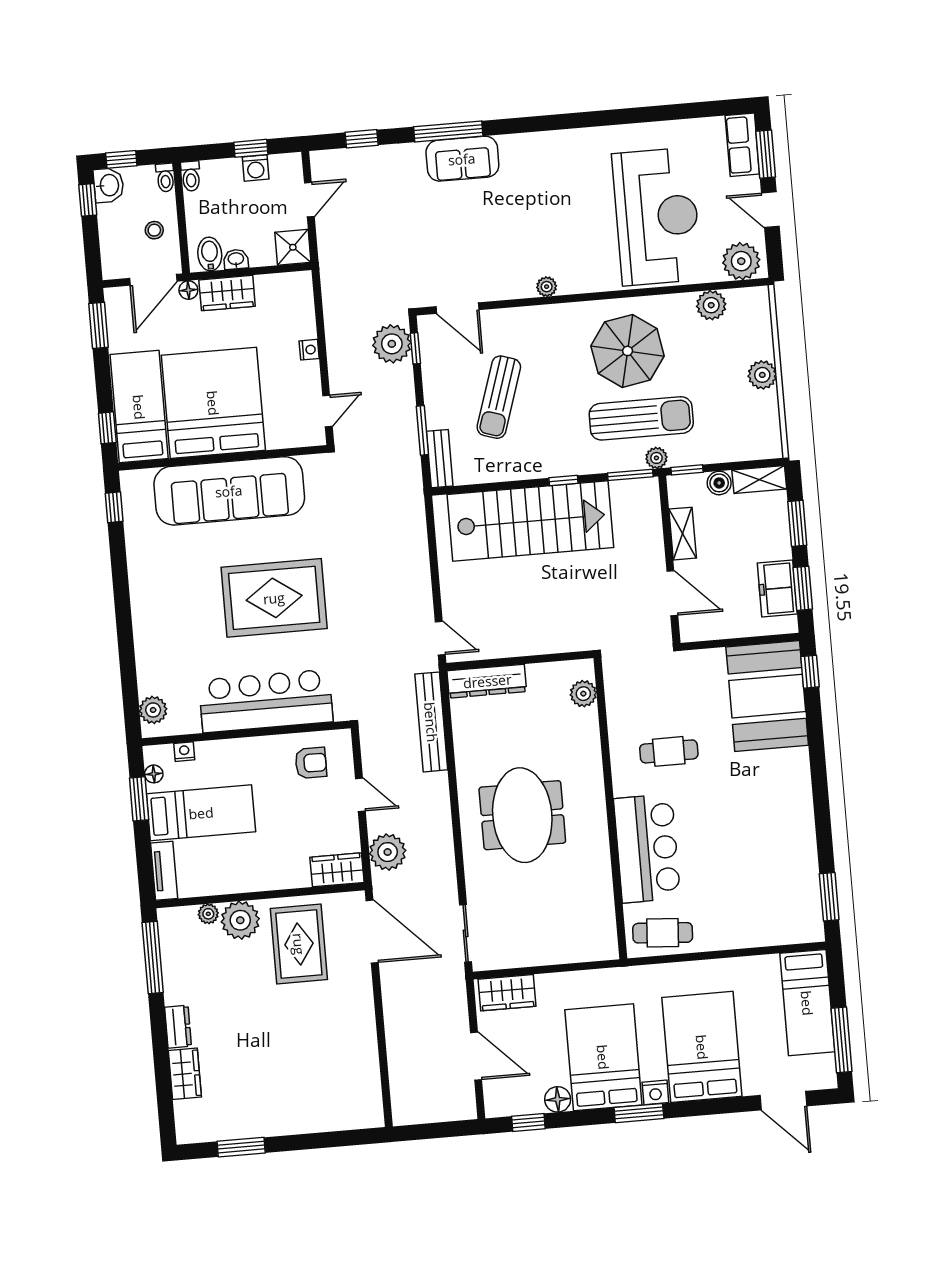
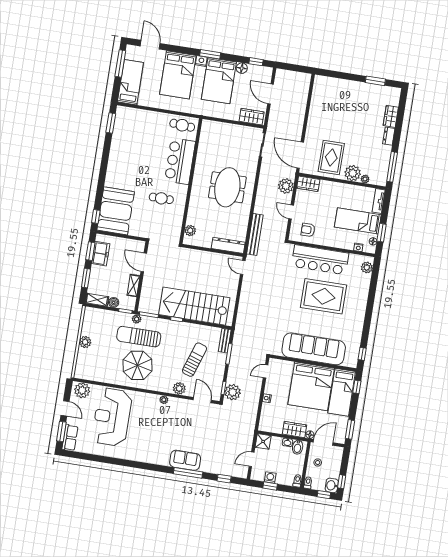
plant: (711, 305) -> (179, 388), moved
rug: (274, 598) -> (323, 296), moved

